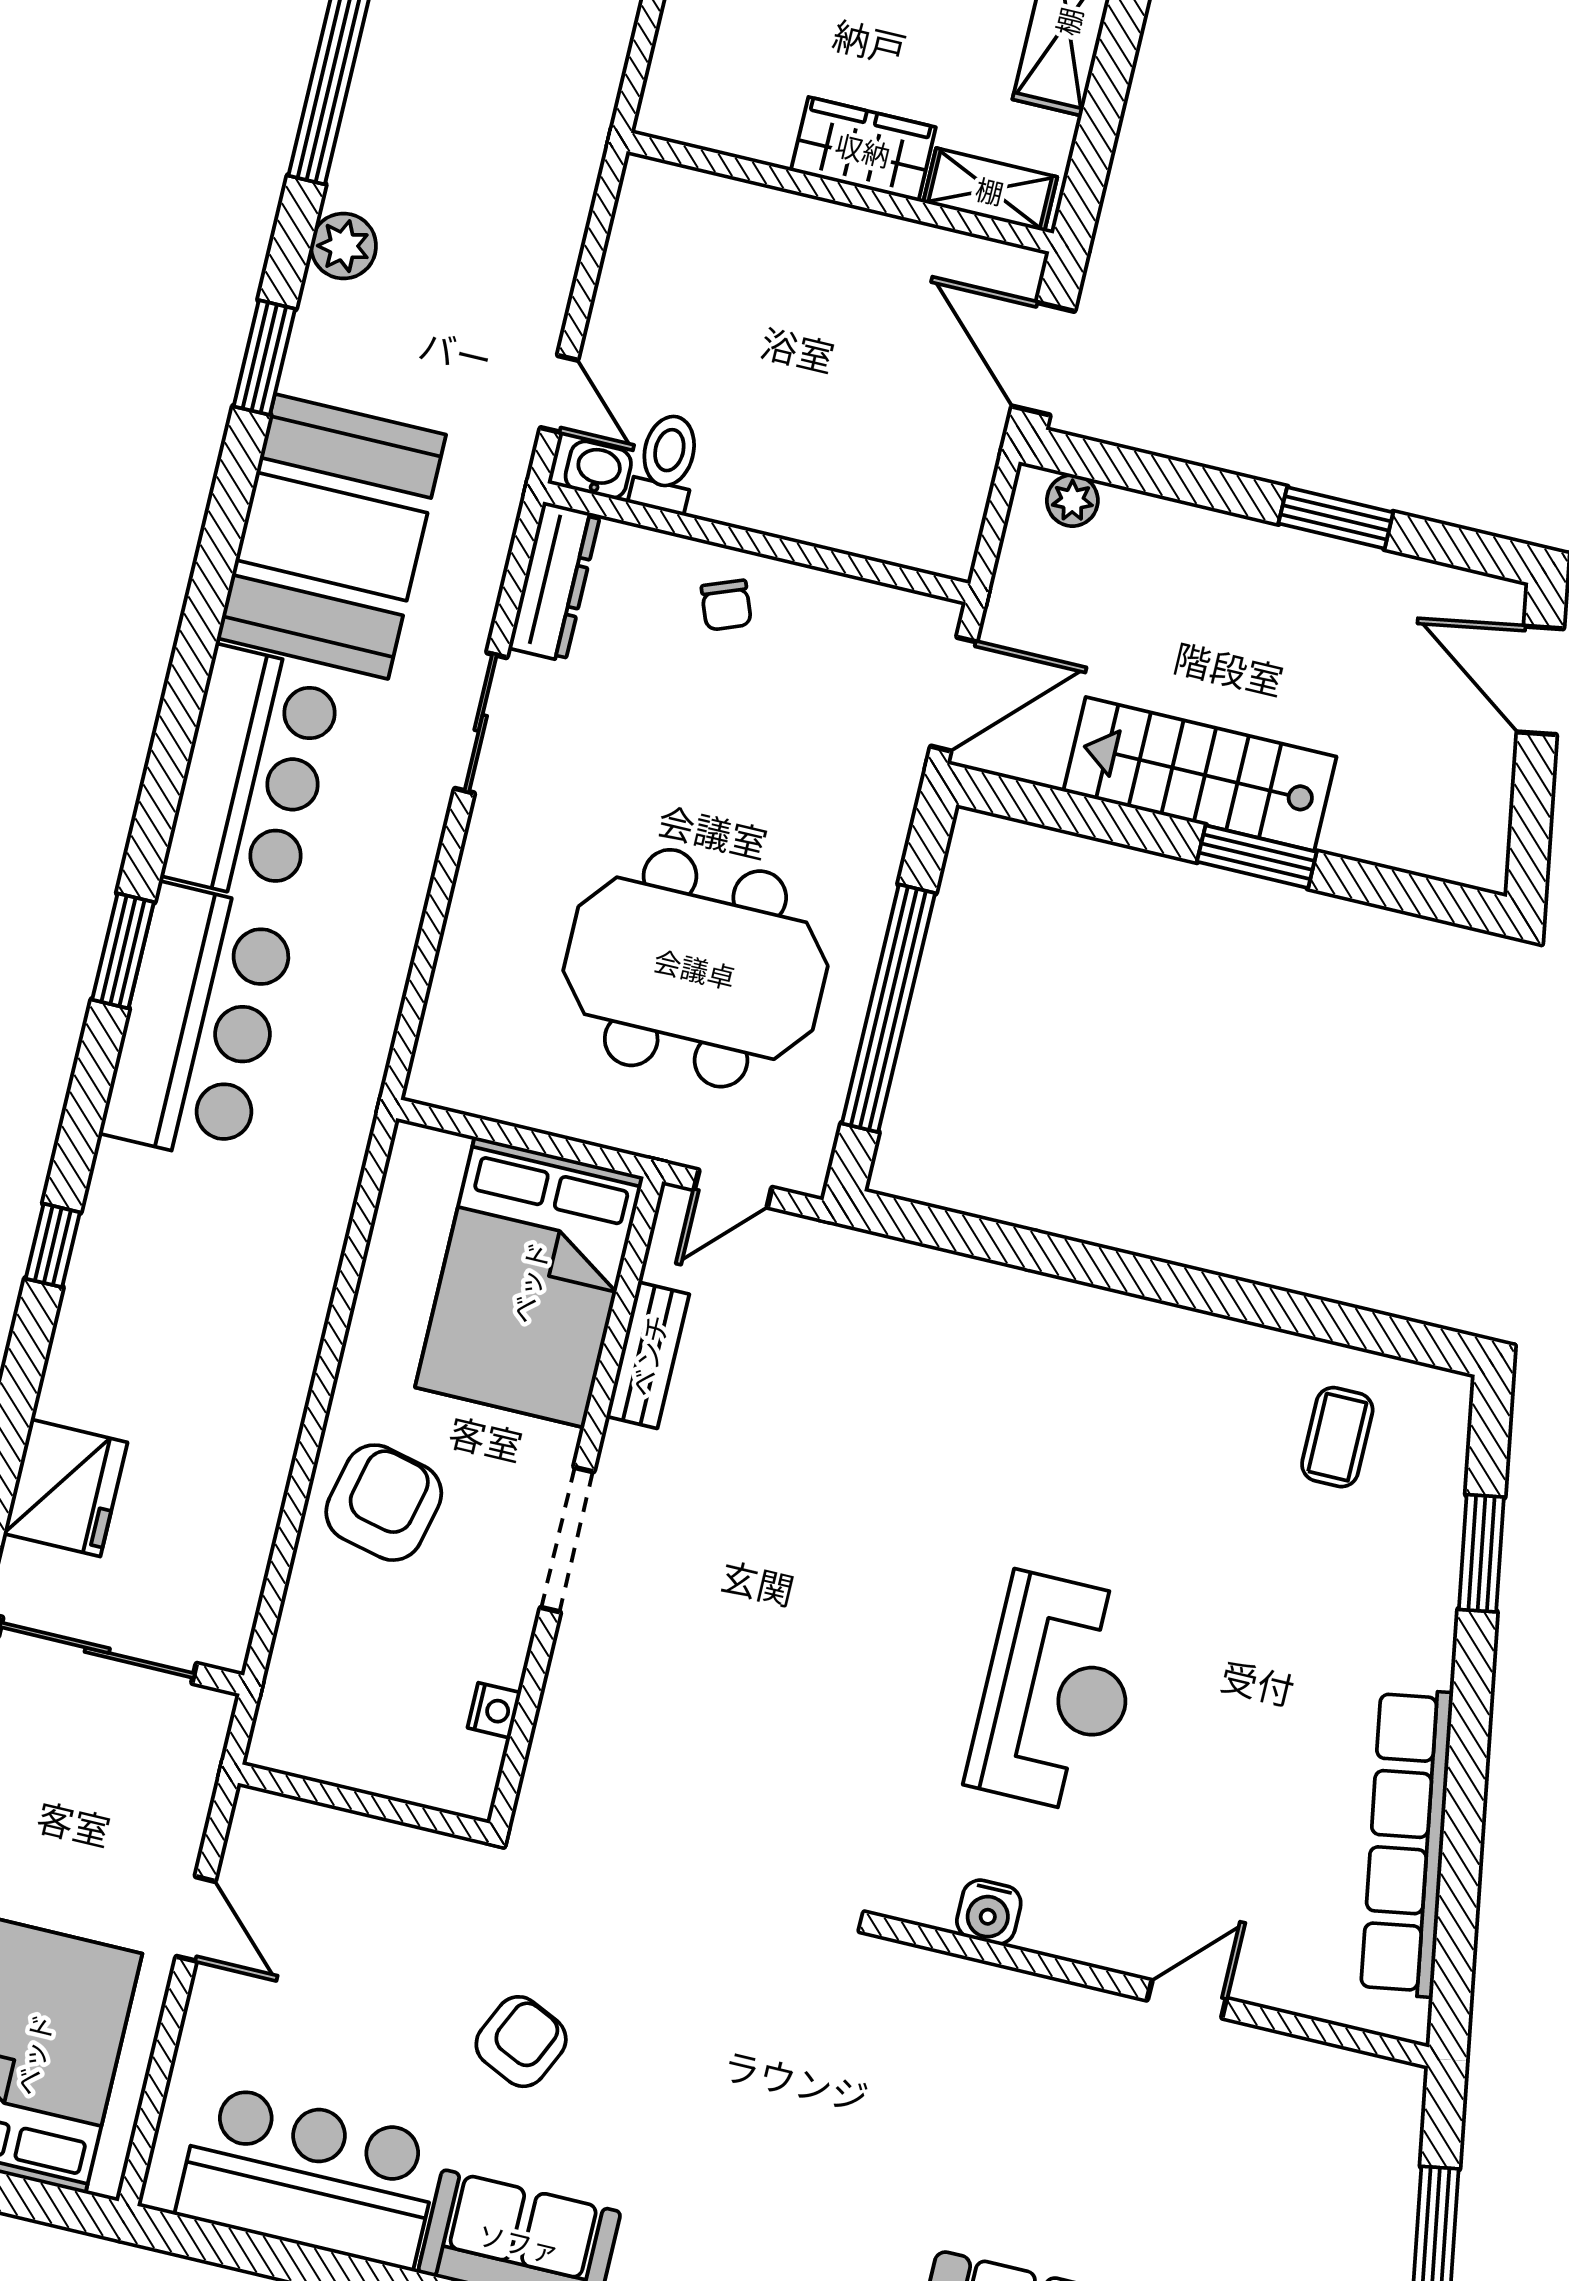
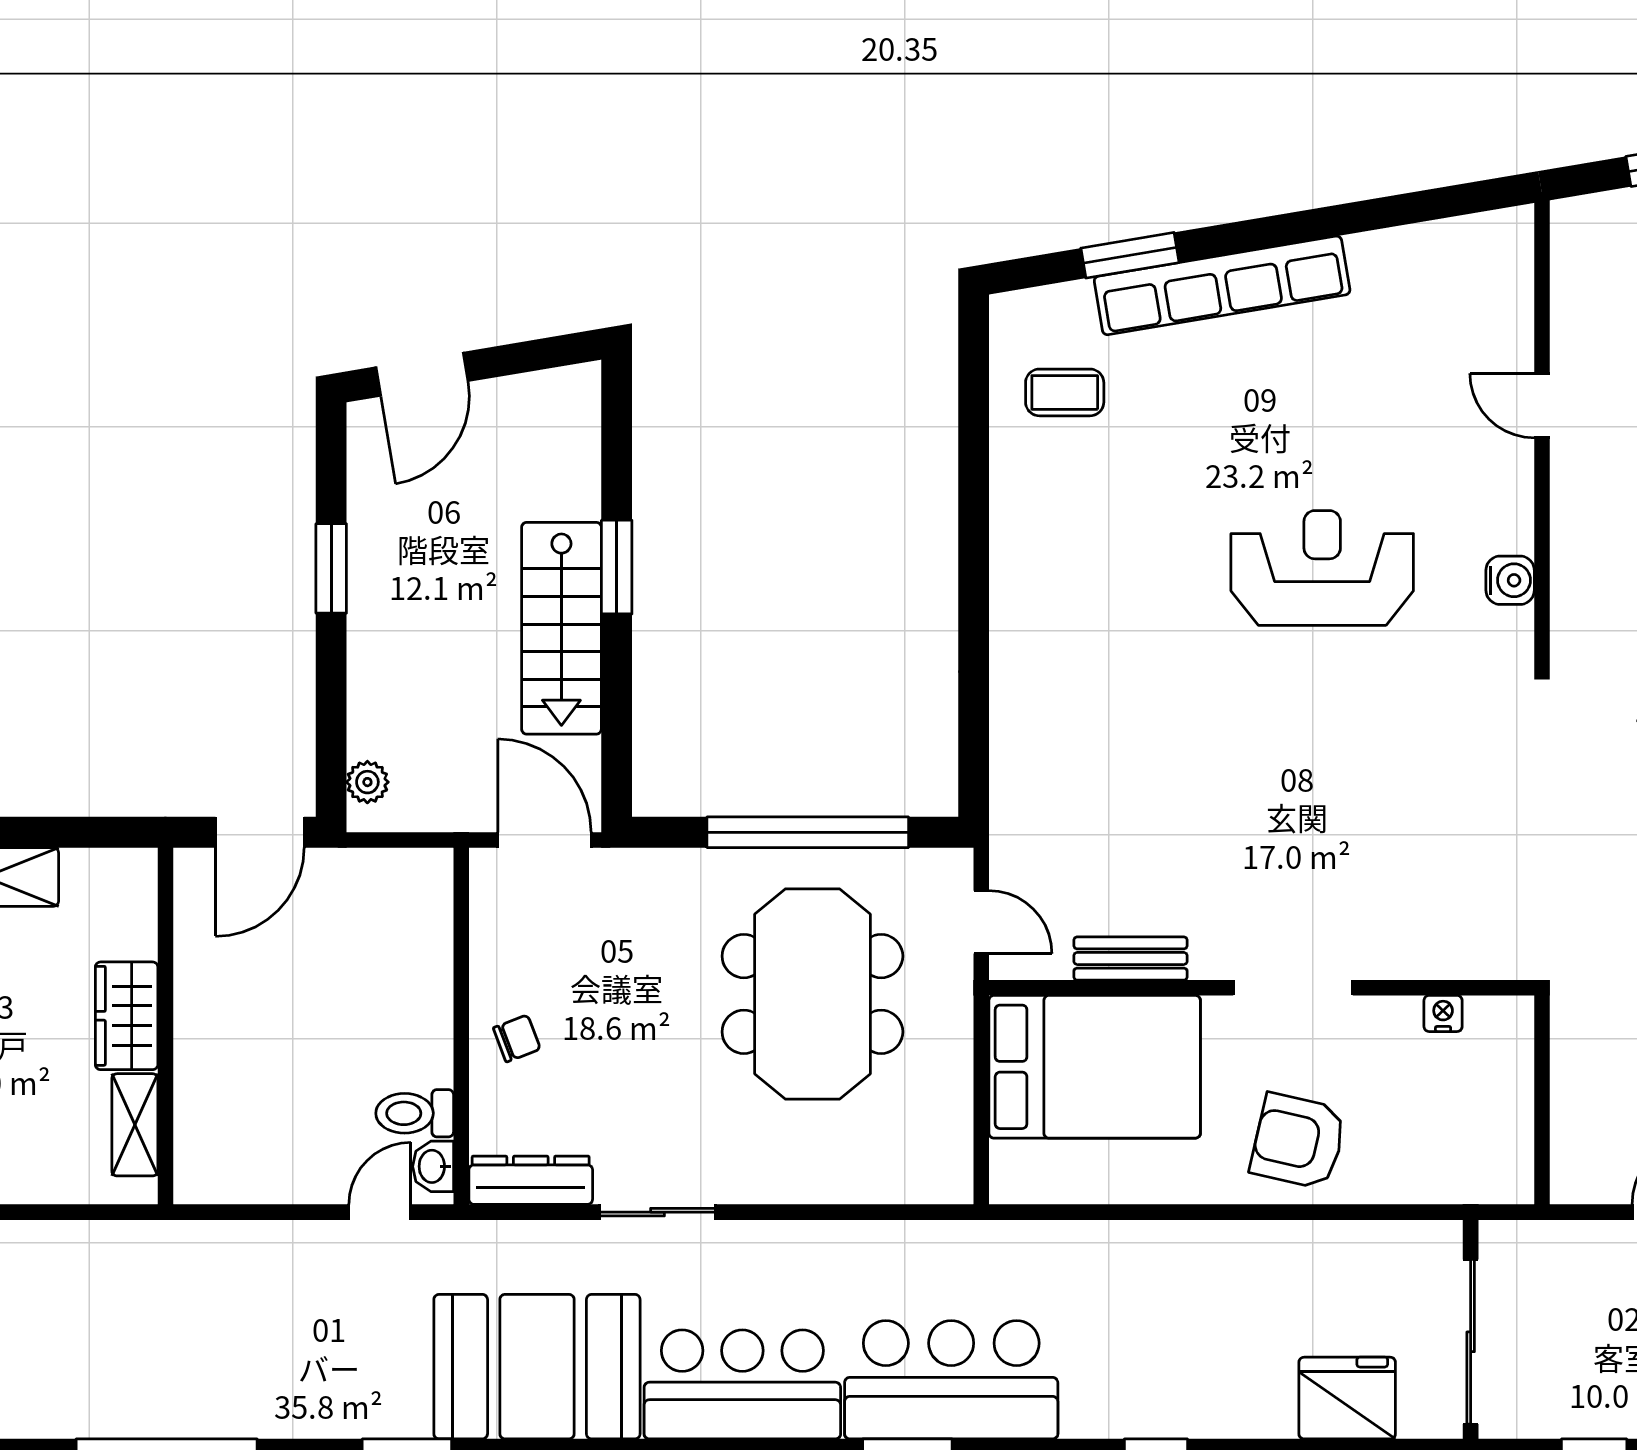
shelving: (990, 190) -> (135, 1125), moved
plant: (344, 246) -> (303, 1412), removed
row of seats: (1407, 1843) -> (1222, 285), moved

